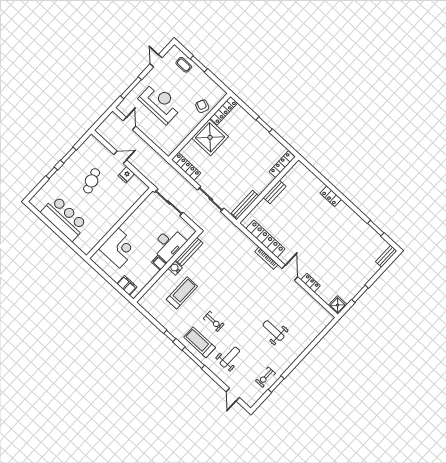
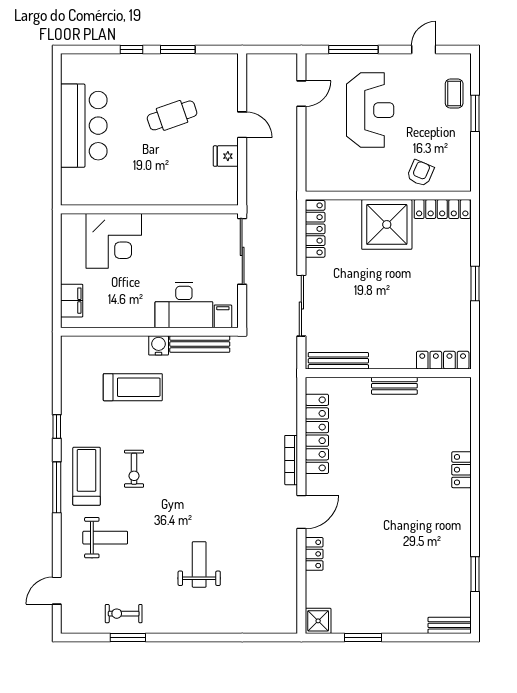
filing cabinet: (159, 263) -> (223, 316), moved

